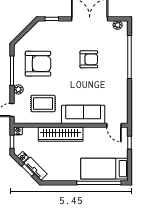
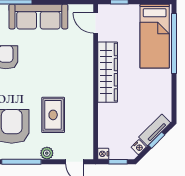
rug: (43, 104) -> (53, 115), moved
sofa: (83, 114) -> (38, 17), moved, turned -90
door: (114, 125) -> (96, 23), swing flipped
wardrobe: (61, 134) -> (108, 72), moved

